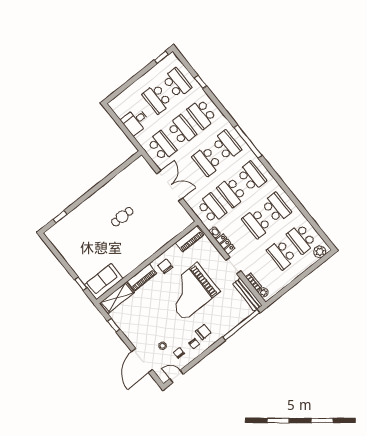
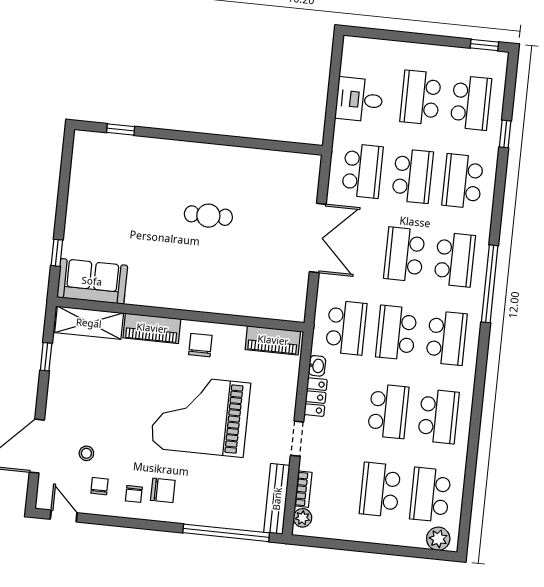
school desk: (257, 223) -> (388, 411), turned 180

